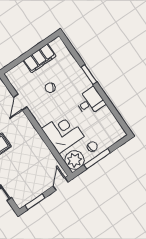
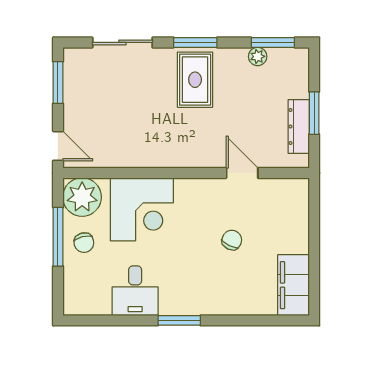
filing cabinet: (40, 58) -> (293, 285), moved
window: (89, 75) -> (179, 320), moved
desk: (90, 102) -> (135, 291), moved

